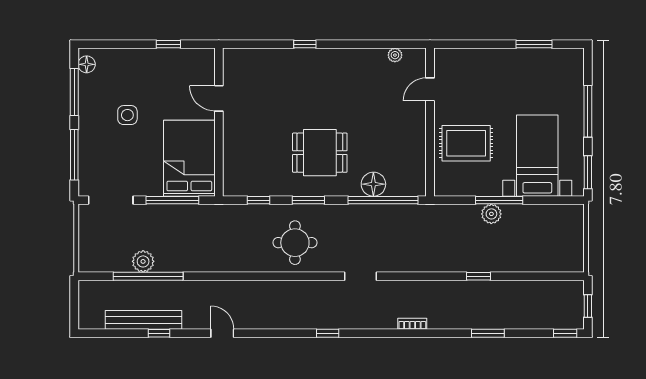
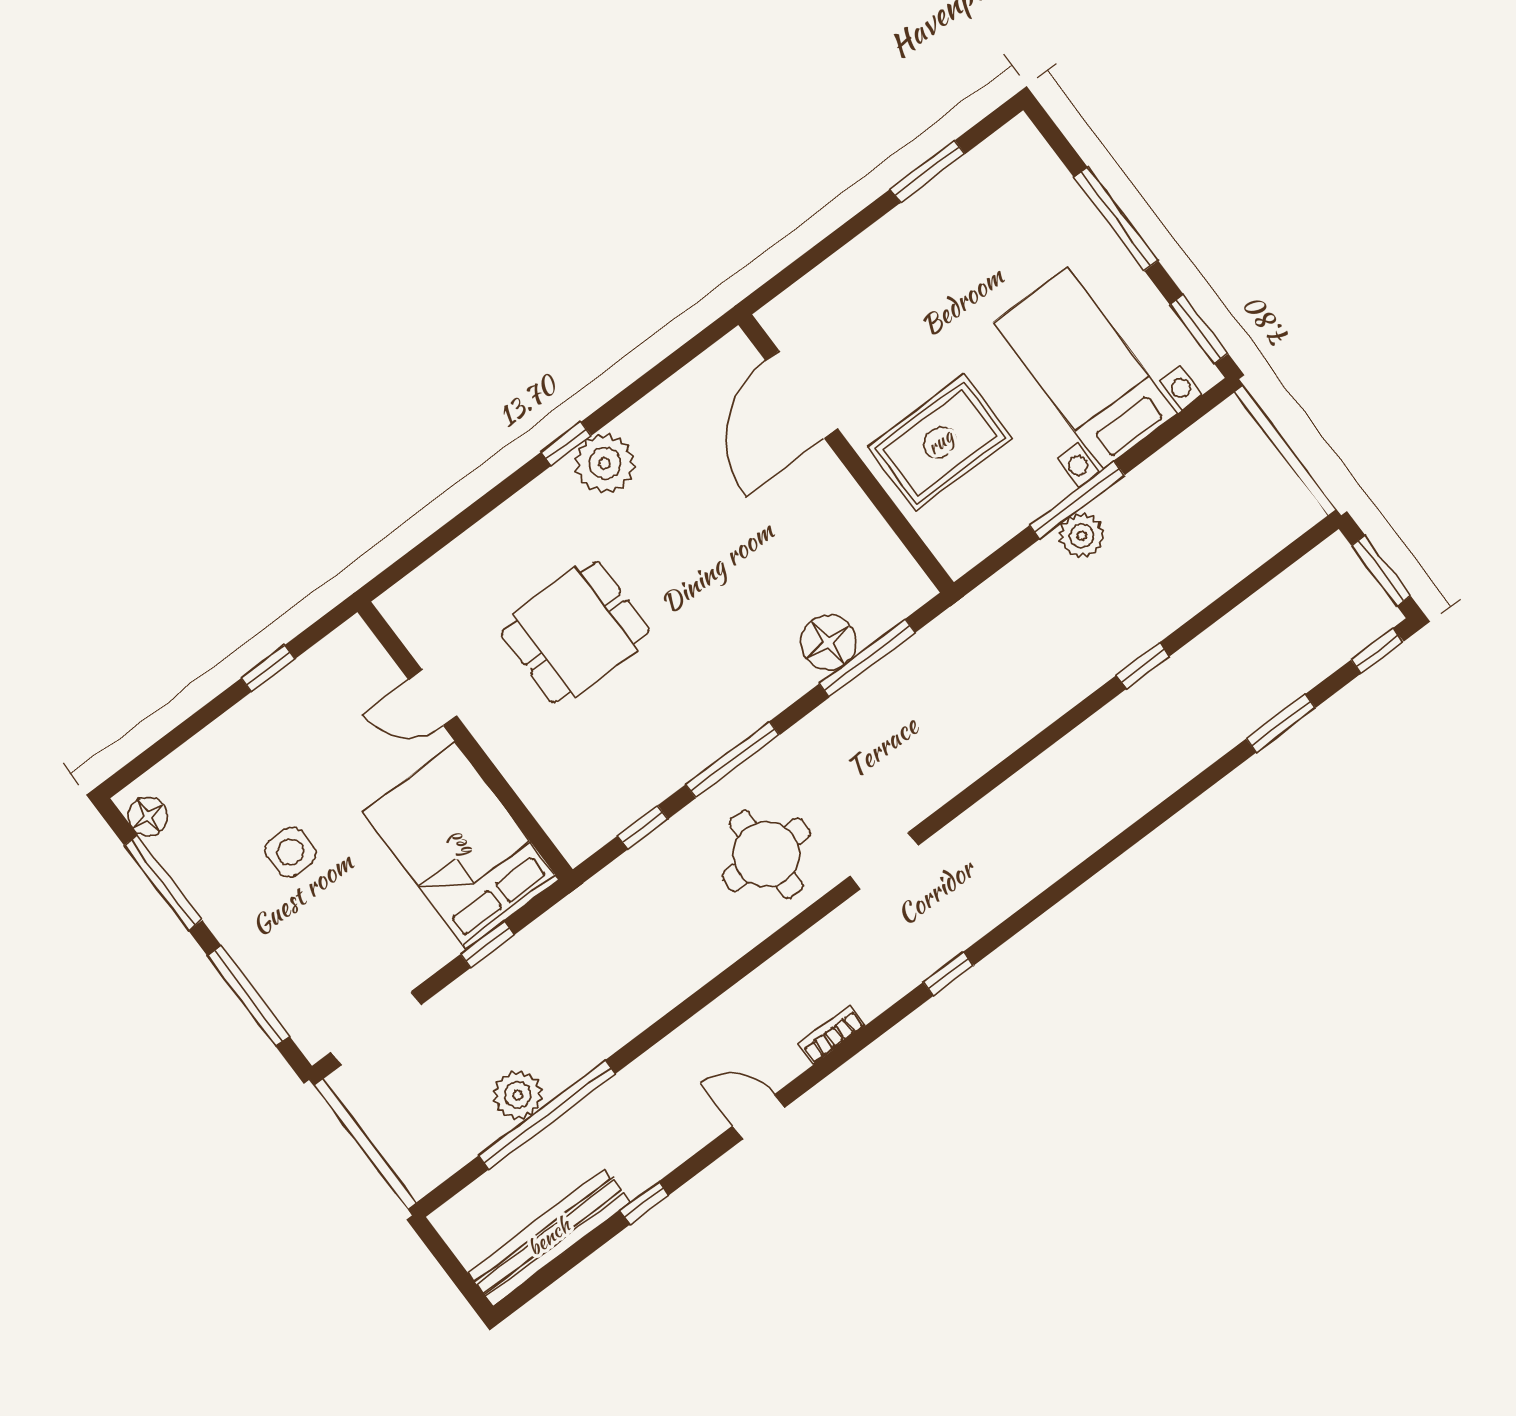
window: (305, 44) -> (566, 444), moved
plant: (395, 55) -> (605, 463), moved, width x1.88, depth x1.88
door: (430, 89) -> (802, 395), width x1.88
dining table: (320, 153) -> (575, 632), moved
window: (172, 200) -> (487, 944), width x0.46
window: (308, 200) -> (733, 760), width x1.44
window: (383, 200) -> (867, 658), width x0.68
doorway: (360, 276) -> (884, 861), moved
window: (588, 306) -> (1381, 571), width x1.50
bench: (143, 320) -> (549, 1237), moved
bookcase: (412, 324) -> (832, 1035), moved
window: (488, 333) -> (1281, 723), moved

